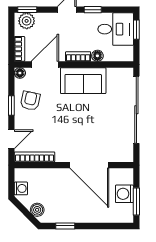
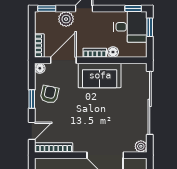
window: (93, 10) -> (133, 8), moved
plant: (27, 21) -> (66, 19), moved
plant: (127, 156) -> (141, 146), added

